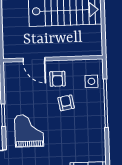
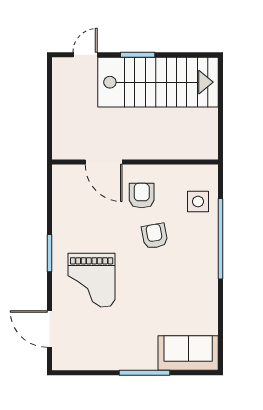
armchair: (57, 79) -> (142, 196), turned 180
grand piano: (29, 131) -> (92, 280), turned 180

